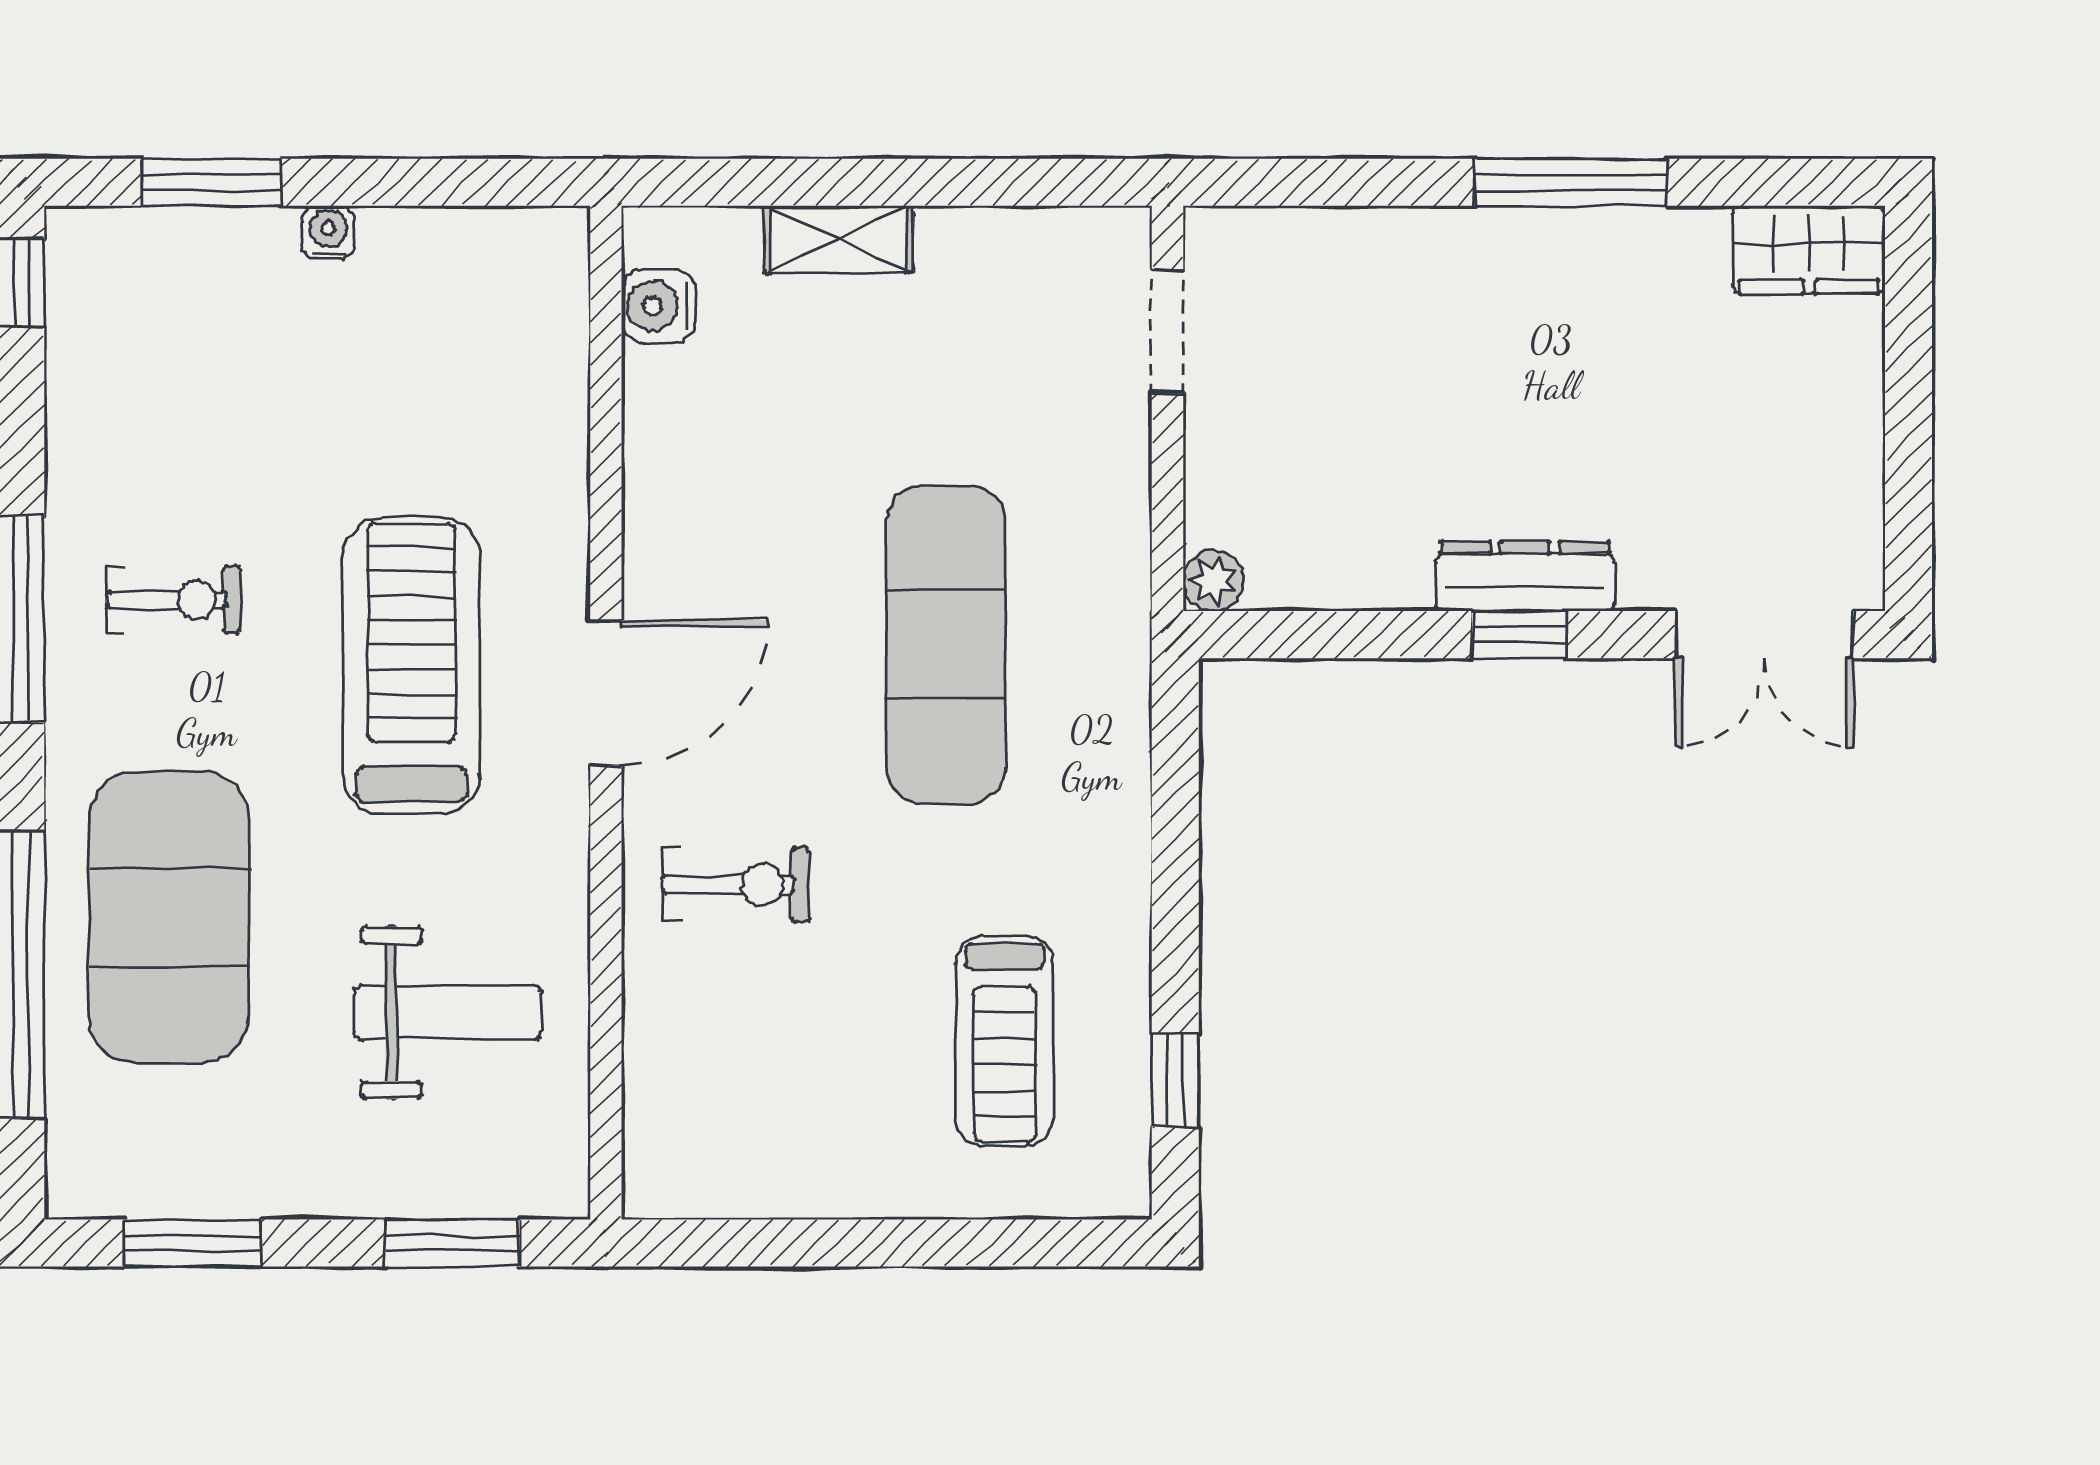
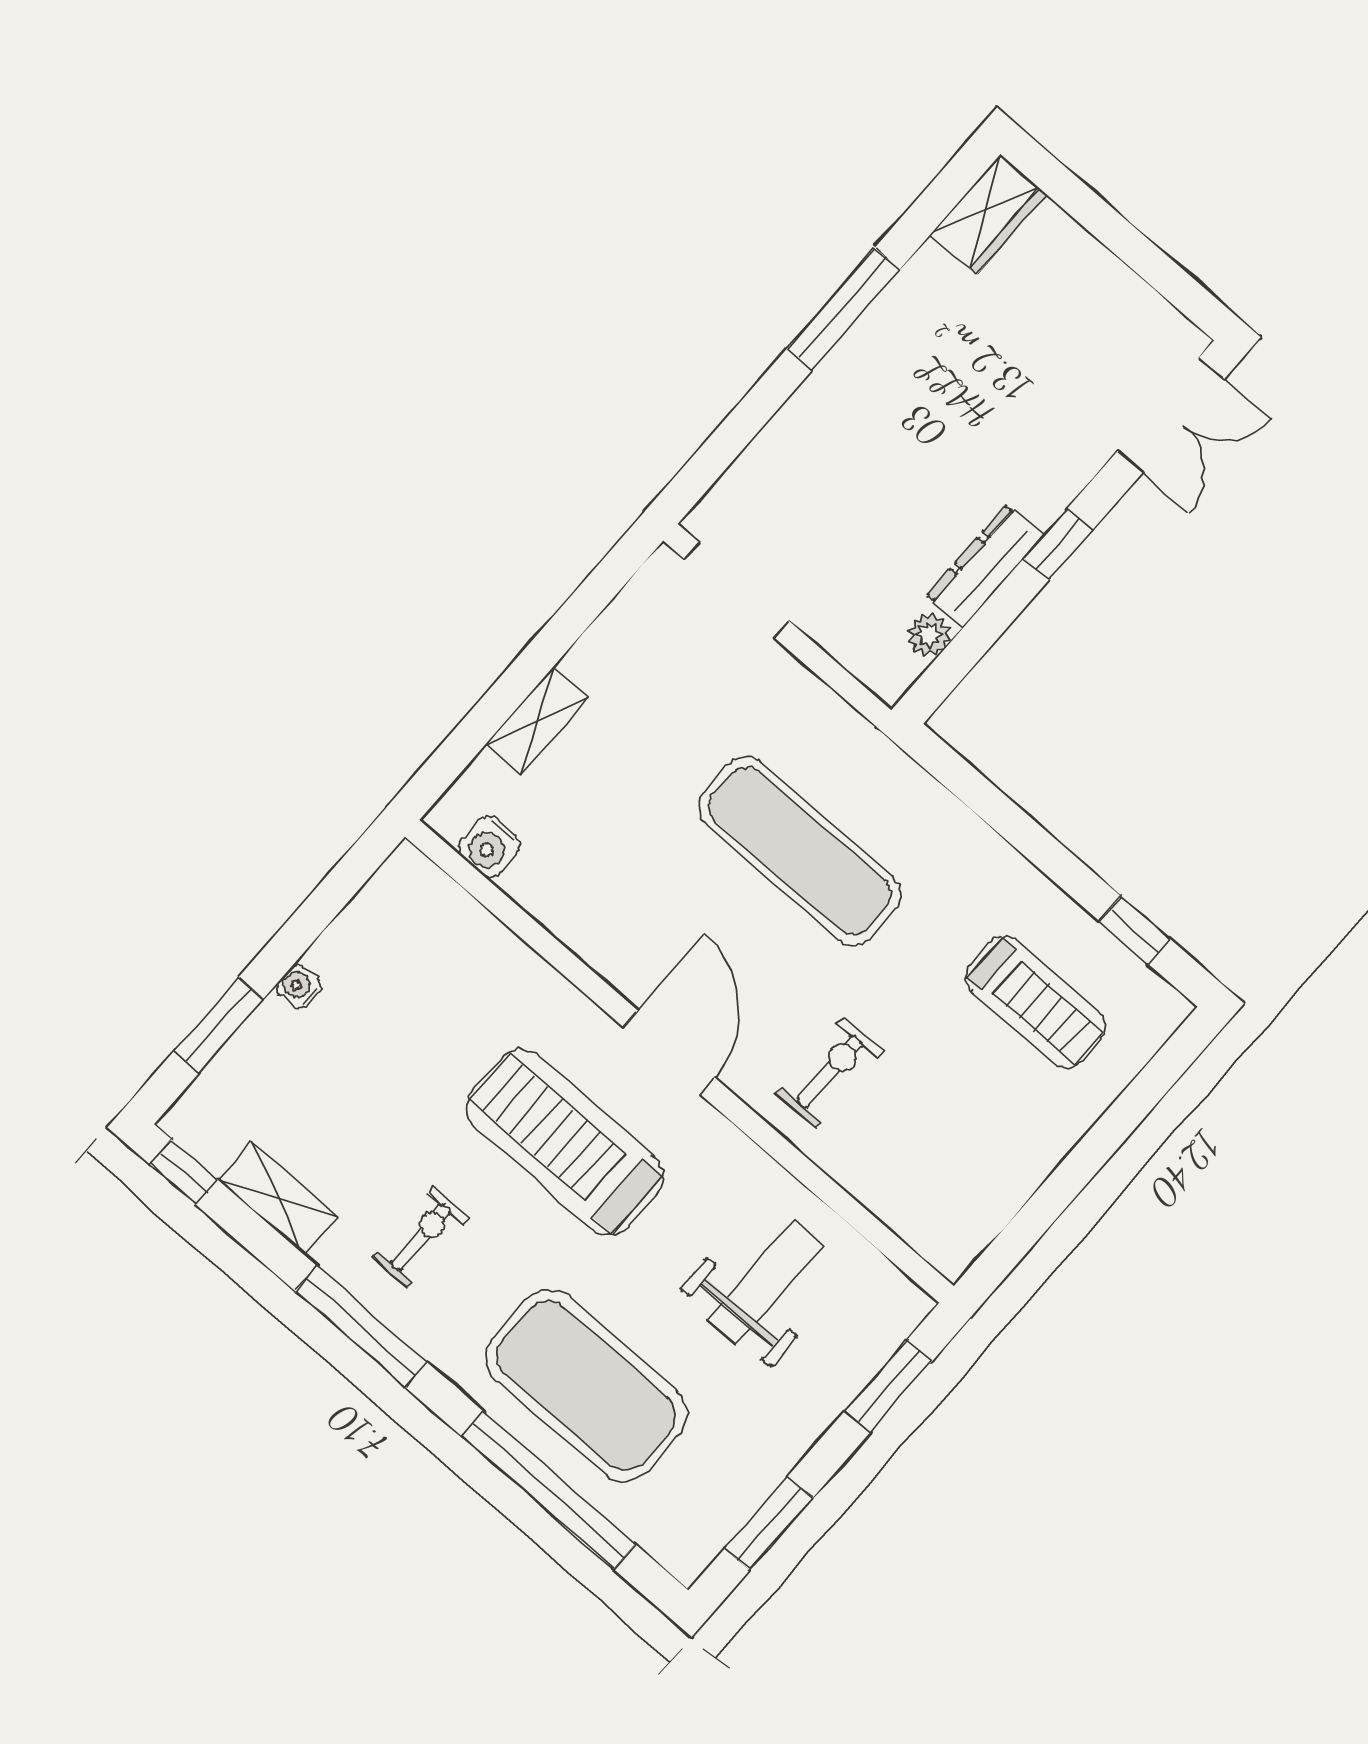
doorway: (1168, 332) -> (737, 590), width x1.38
shelving: (81, 409) -> (278, 1198), added
dresser: (1525, 576) -> (985, 566), moved
plant: (1214, 581) -> (929, 635), moved

